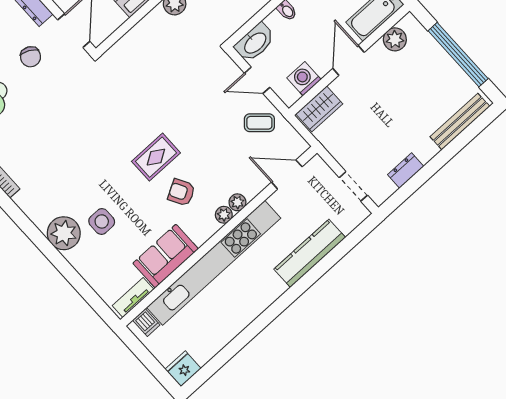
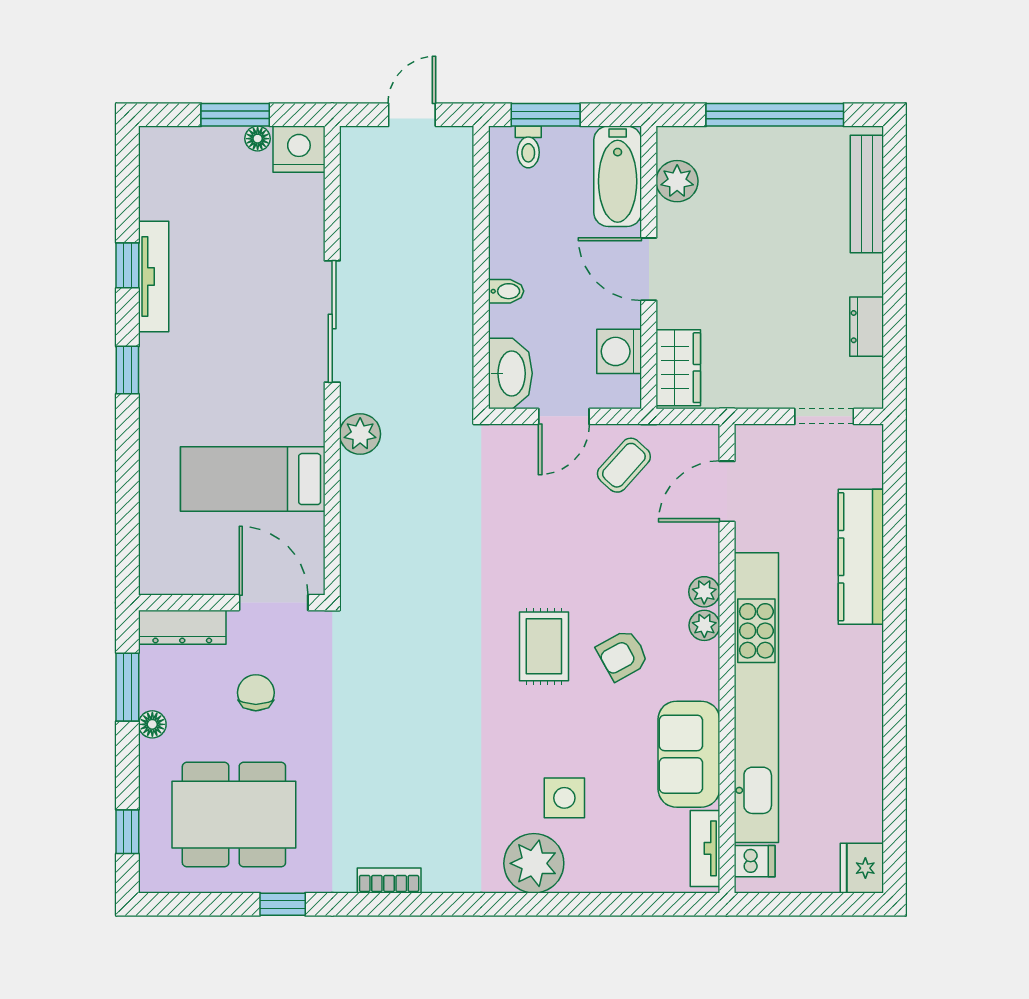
chair: (30, 57) -> (256, 693), turned -117

